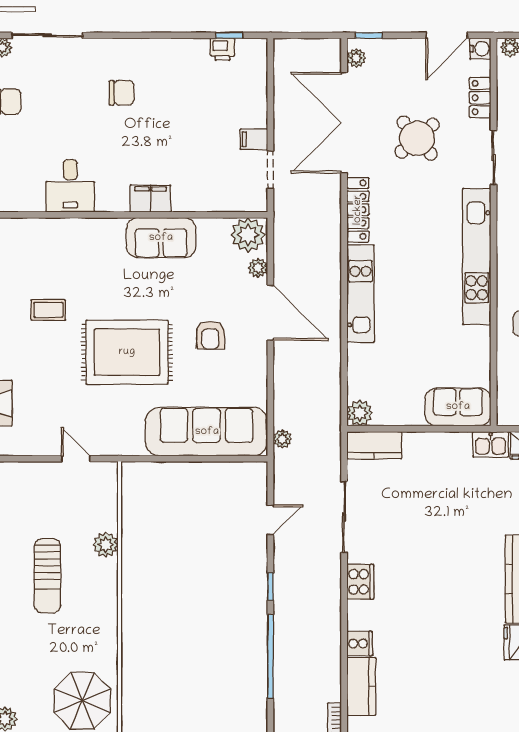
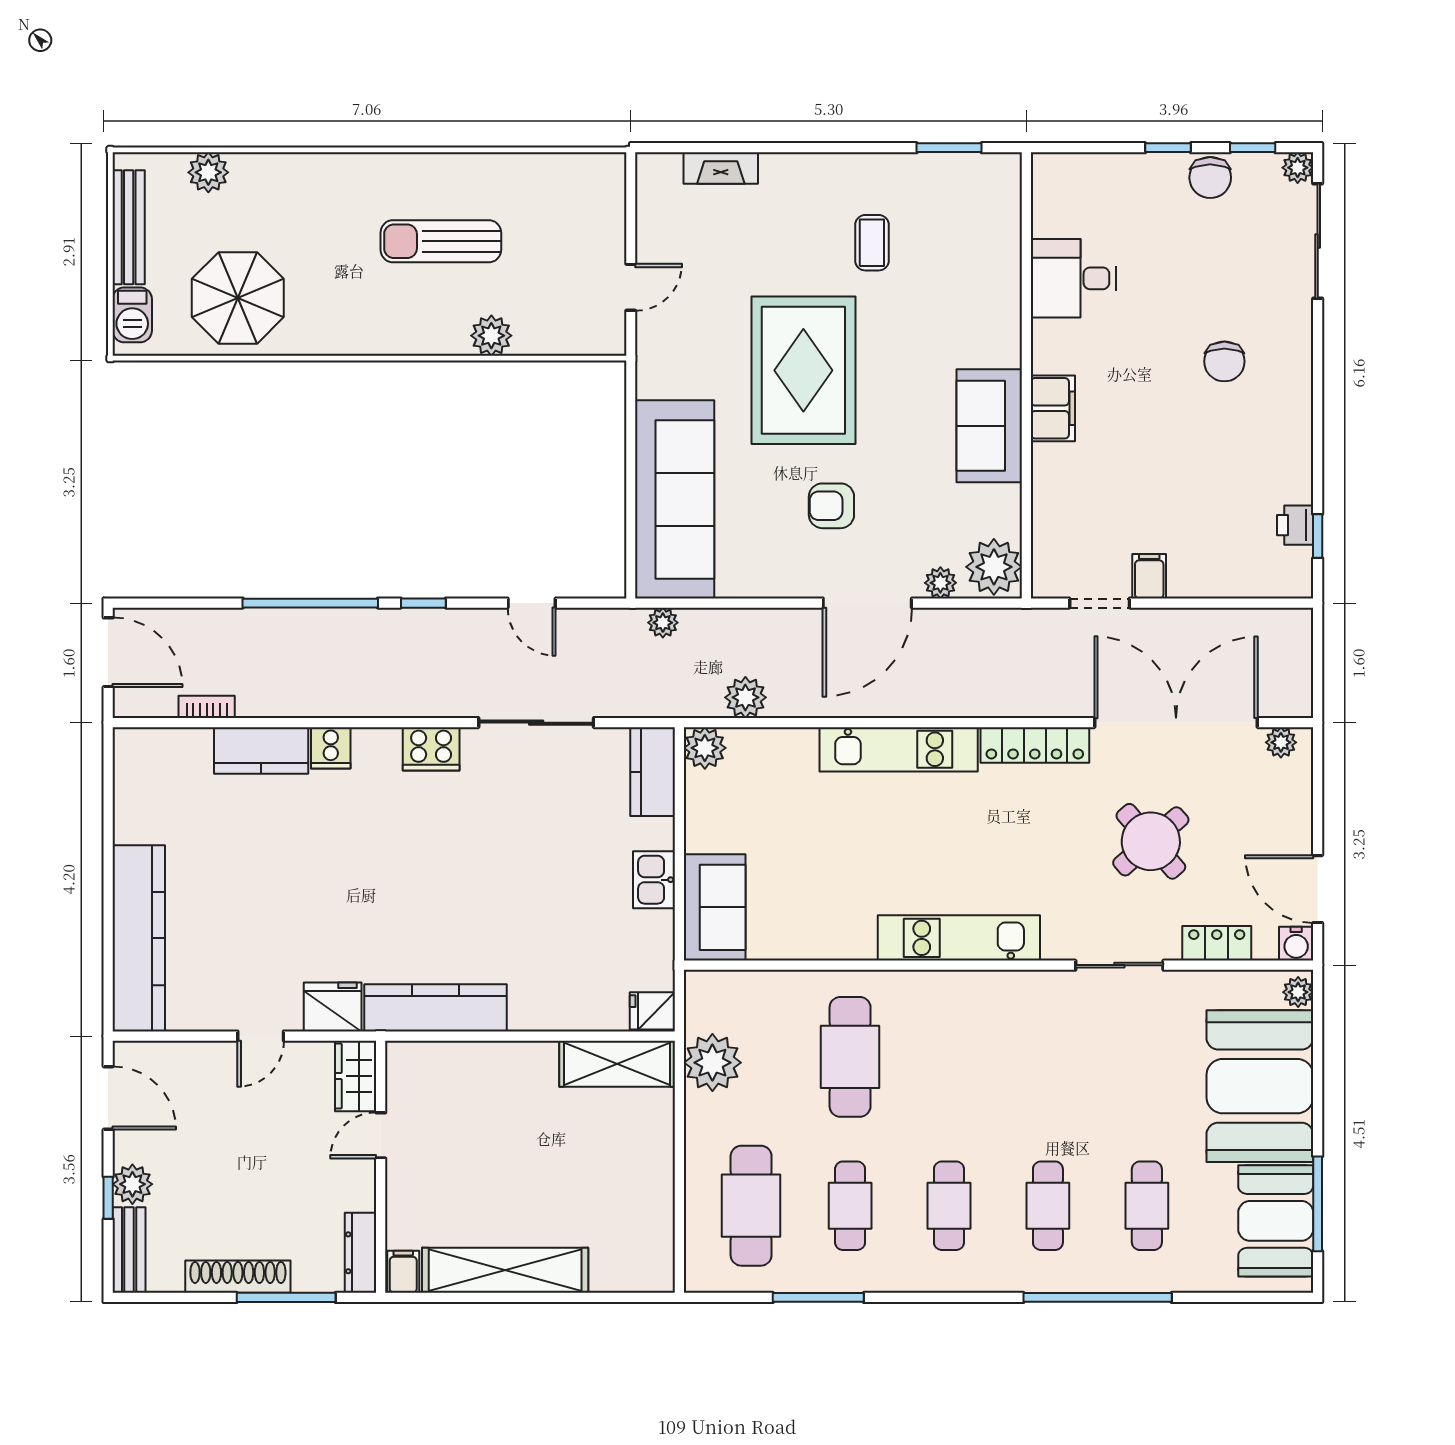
window: (369, 35) -> (1318, 763), removed
kitchen unit: (477, 256) -> (959, 938), width x0.73
plant: (329, 388) -> (745, 697), added
kitchen sink: (491, 444) -> (654, 880), moved

